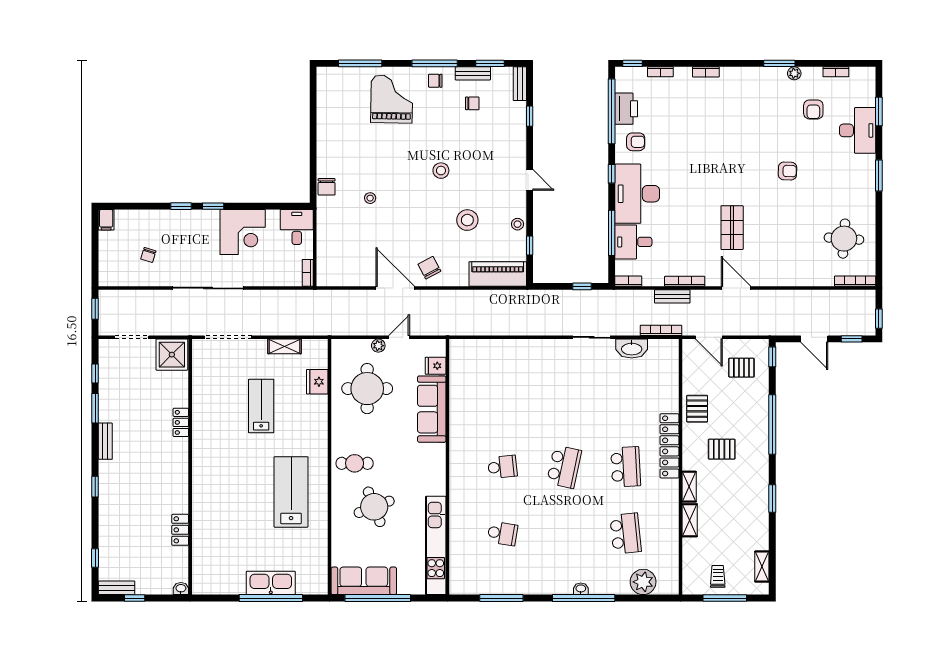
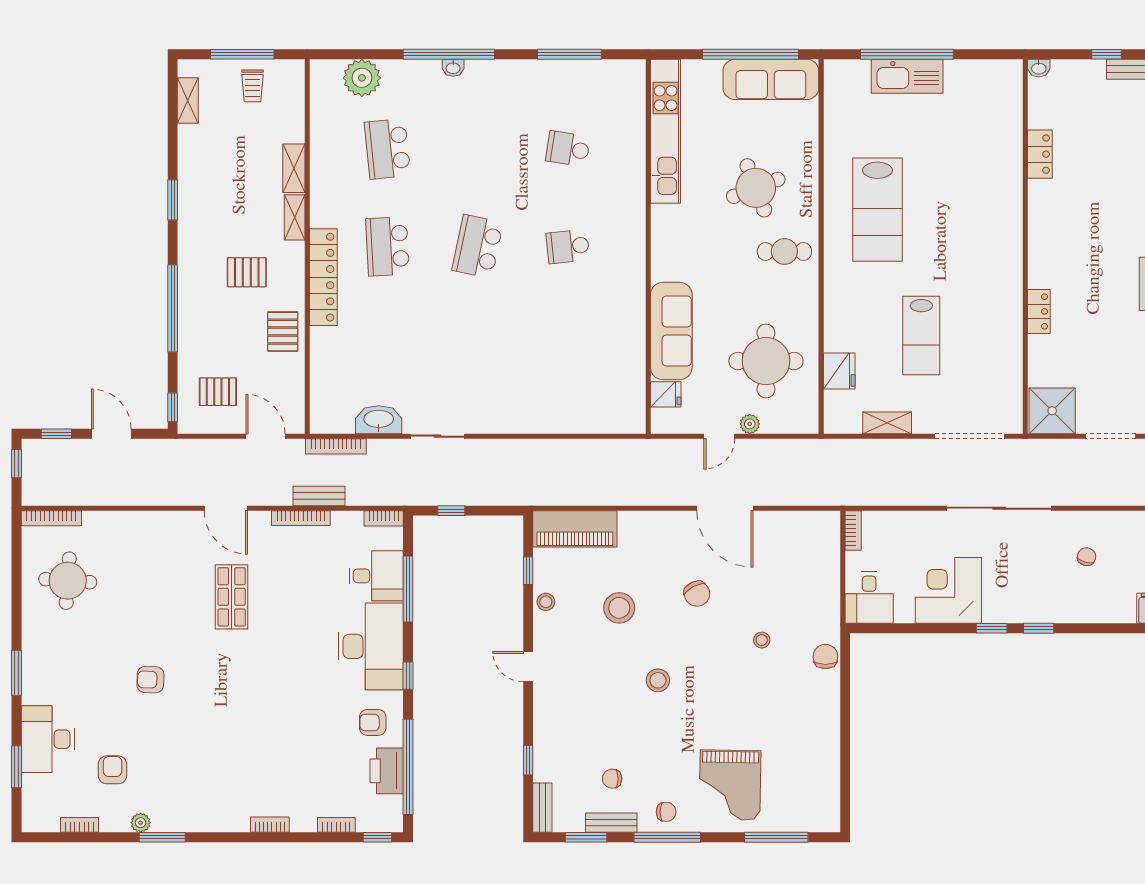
chair: (429, 268) -> (697, 594), moved

